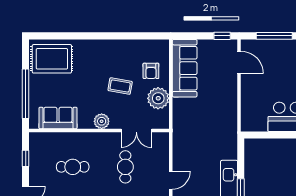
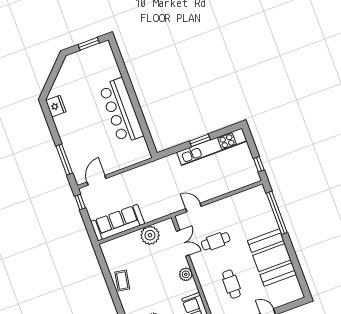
armchair: (151, 71) -> (130, 249), removed
coffee table: (120, 86) -> (122, 281), moved
door: (171, 180) -> (194, 207), moved

